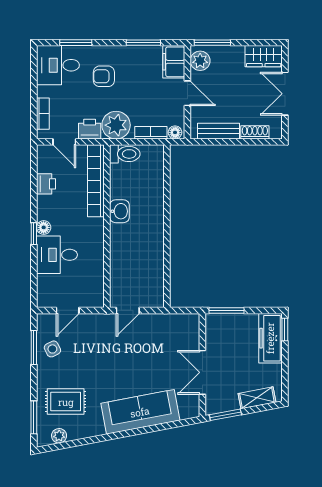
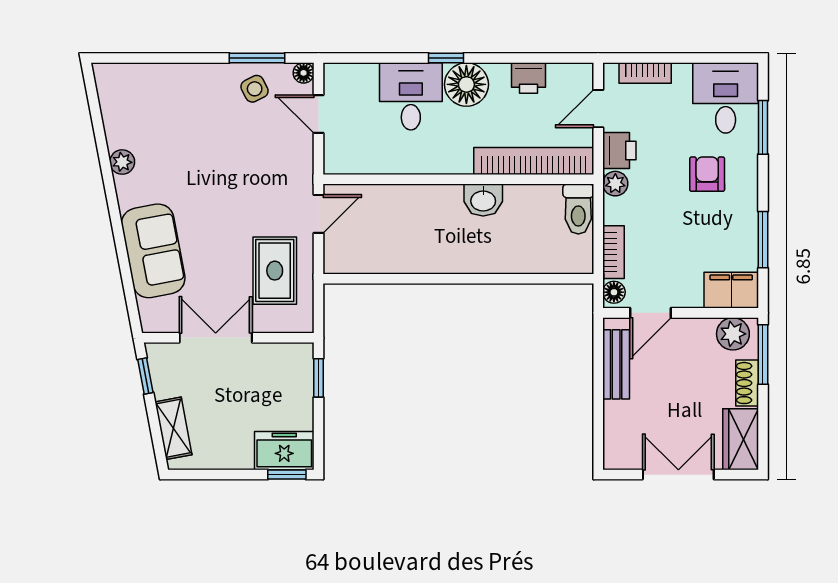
door: (187, 93) -> (651, 313), moved
plant: (116, 125) -> (615, 184), width x0.53, depth x0.53
shoe rack: (255, 132) -> (747, 383), moved, turned 180
floor lamp: (44, 227) -> (466, 84), width x1.89, depth x1.89
door: (128, 310) -> (318, 214), swing flipped
window: (227, 310) -> (318, 378), width x0.67
floor lamp: (43, 319) -> (304, 73), added
freezer: (270, 338) -> (284, 451), width x0.71
rug: (66, 402) -> (275, 271), moved
sofa: (140, 412) -> (153, 251), width x0.73
window: (225, 415) -> (145, 376), width x0.67
window: (34, 417) -> (141, 58), removed
plant: (59, 436) -> (122, 162), moved

